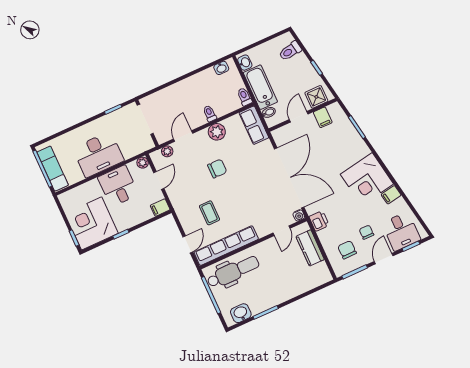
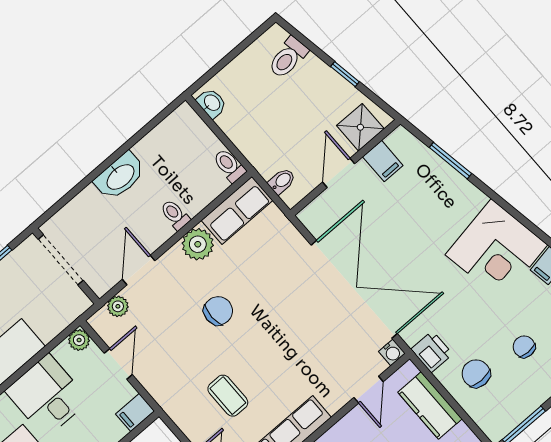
washbasin: (221, 68) -> (120, 176), moved, width x1.91, depth x1.45
bathtub: (260, 87) -> (253, 140), removed
row of seats: (254, 125) -> (237, 210), moved, turned -90
chair: (347, 250) -> (476, 374), moved

